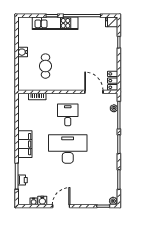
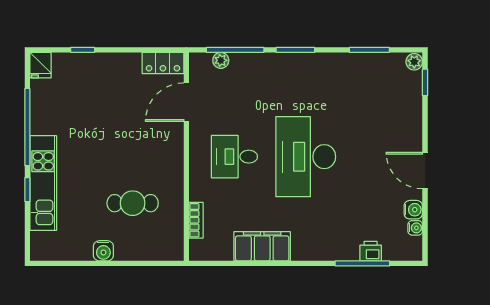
filing cabinet: (25, 144) -> (262, 246), moved

